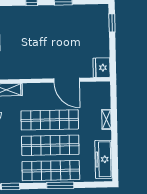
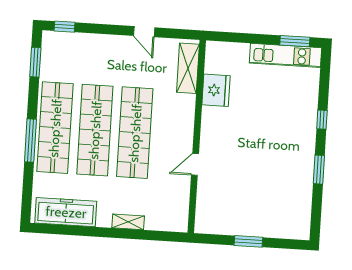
window: (112, 23) -> (248, 241), moved
fridge: (102, 68) -> (216, 90), moved, turned 90
door: (67, 80) -> (195, 164), width x0.53

